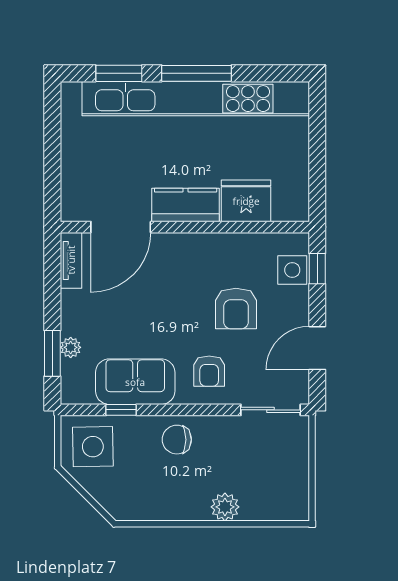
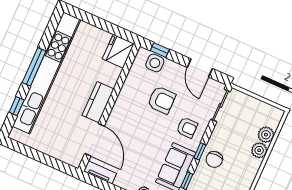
window: (119, 73) -> (17, 106), width x0.67
fridge: (246, 201) -> (118, 51), moved
window: (179, 410) -> (200, 151), added
plant: (256, 507) -> (266, 135), added

